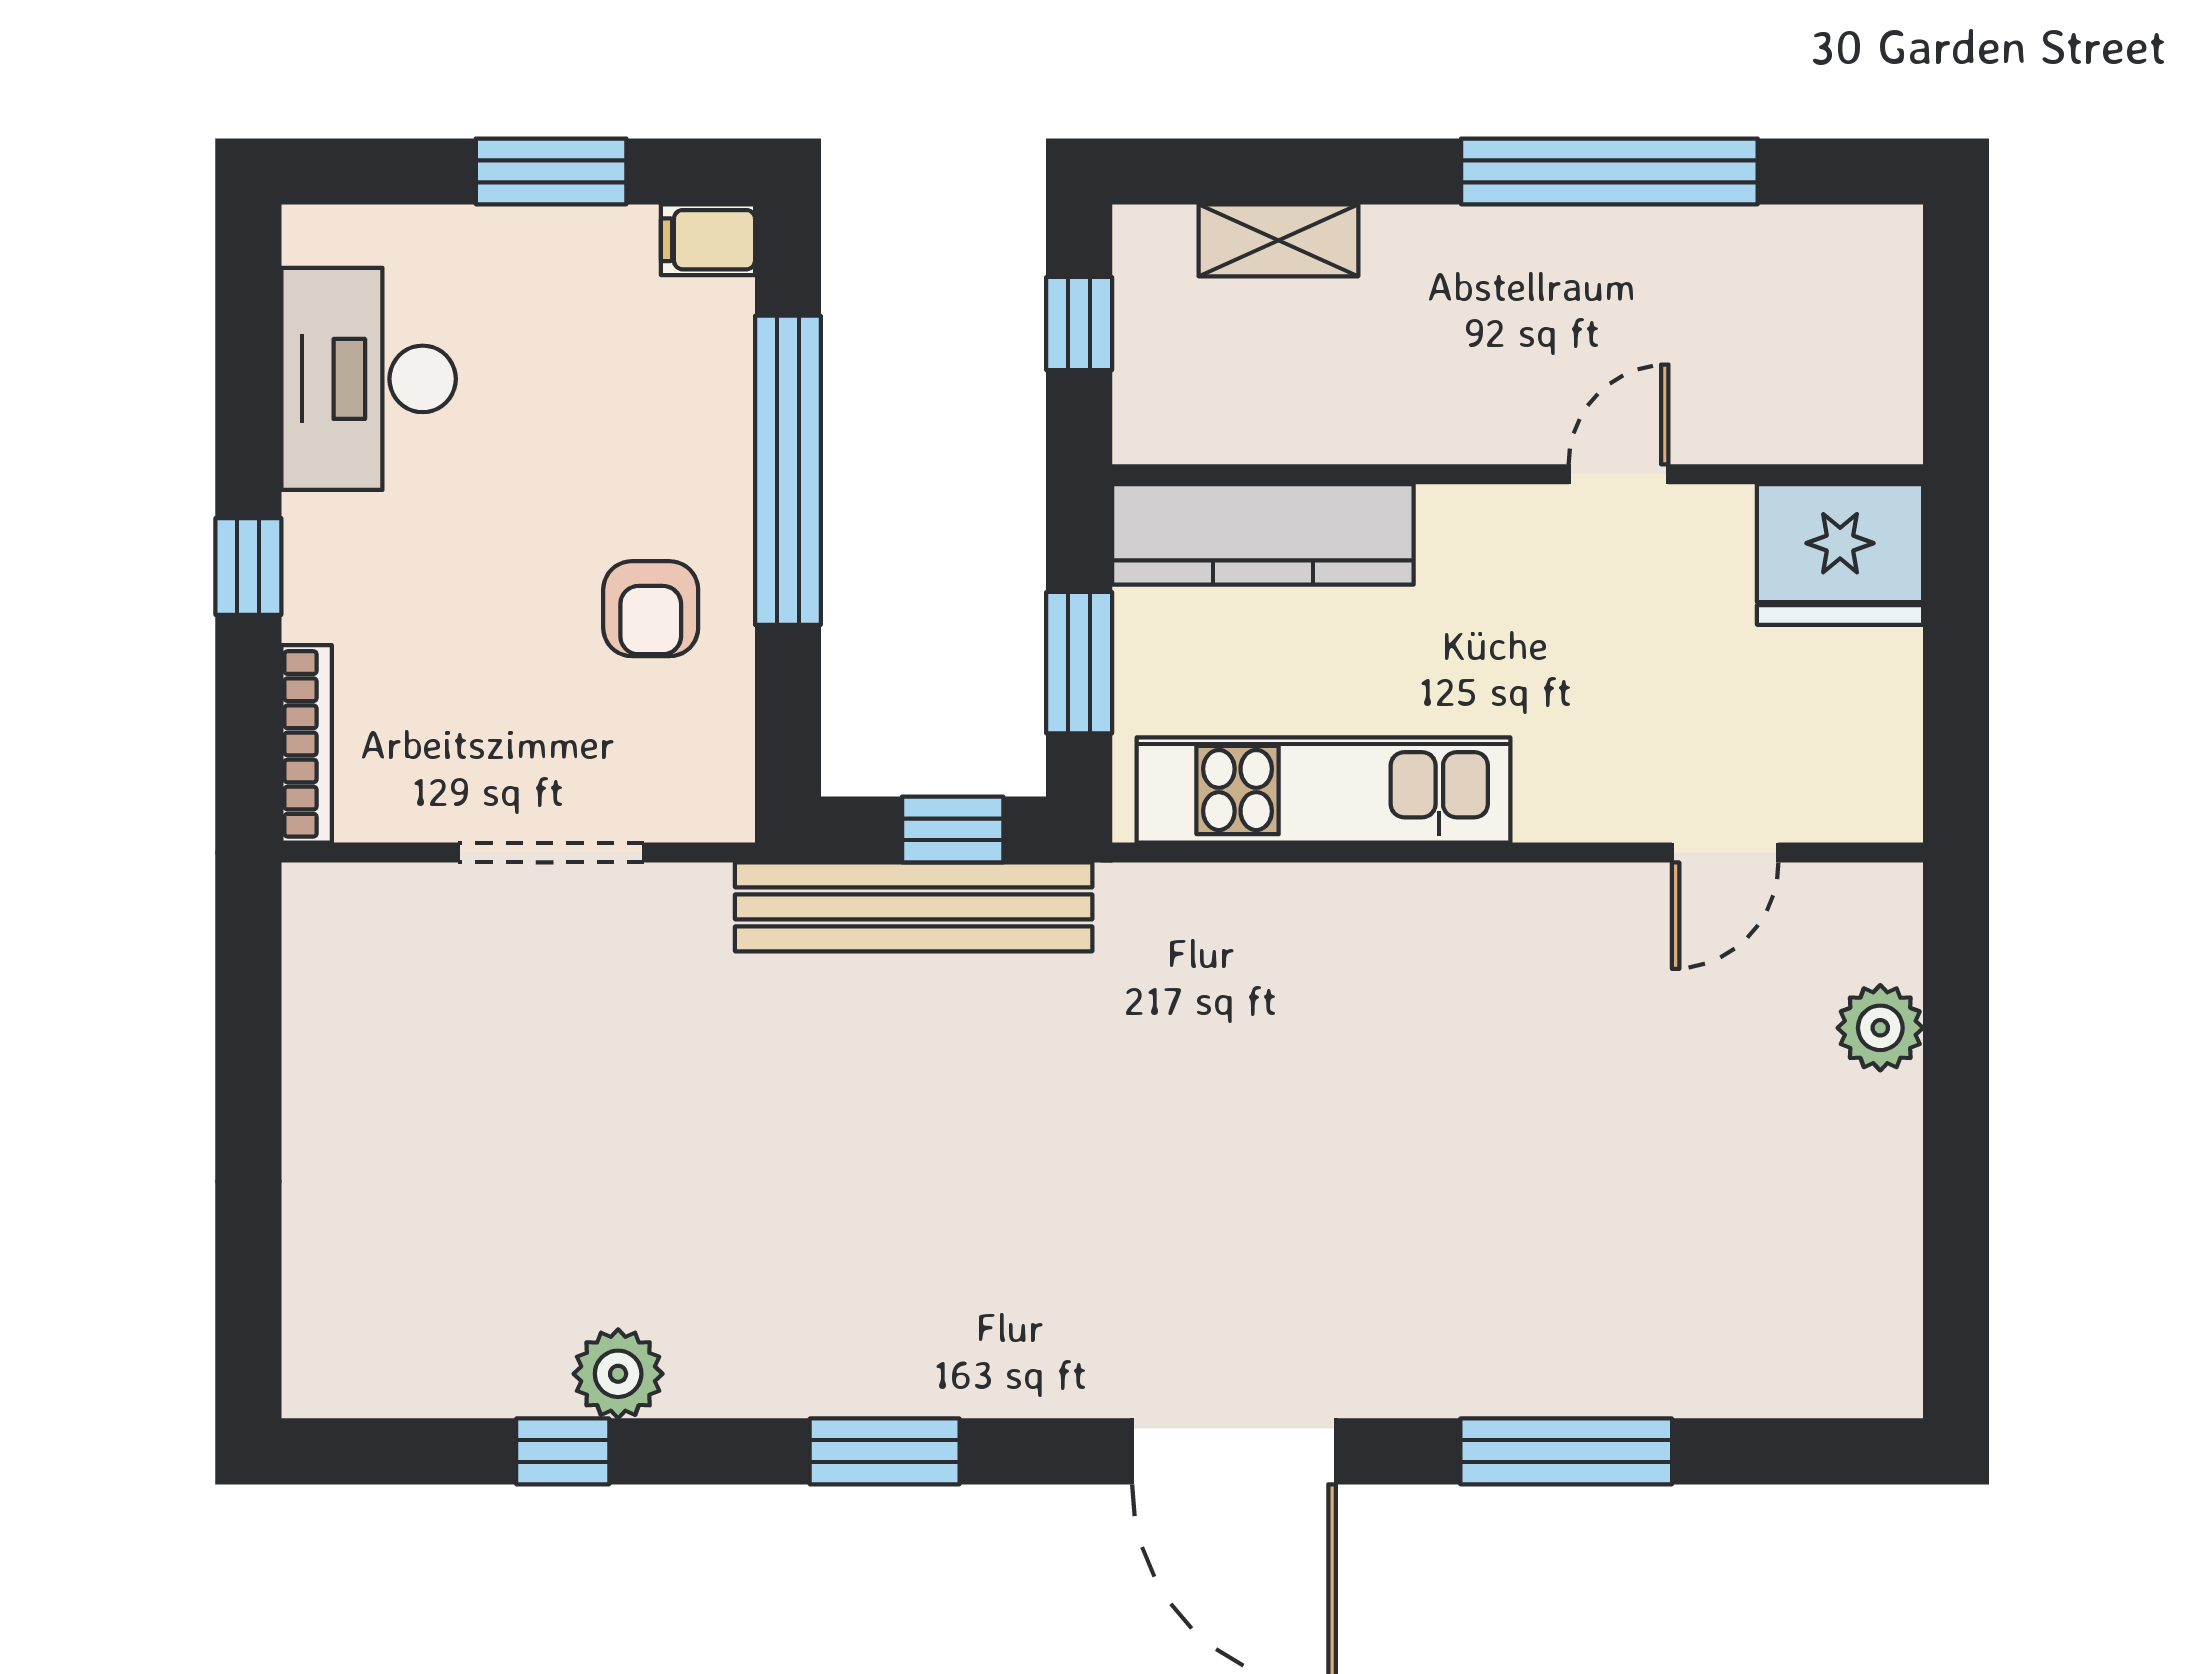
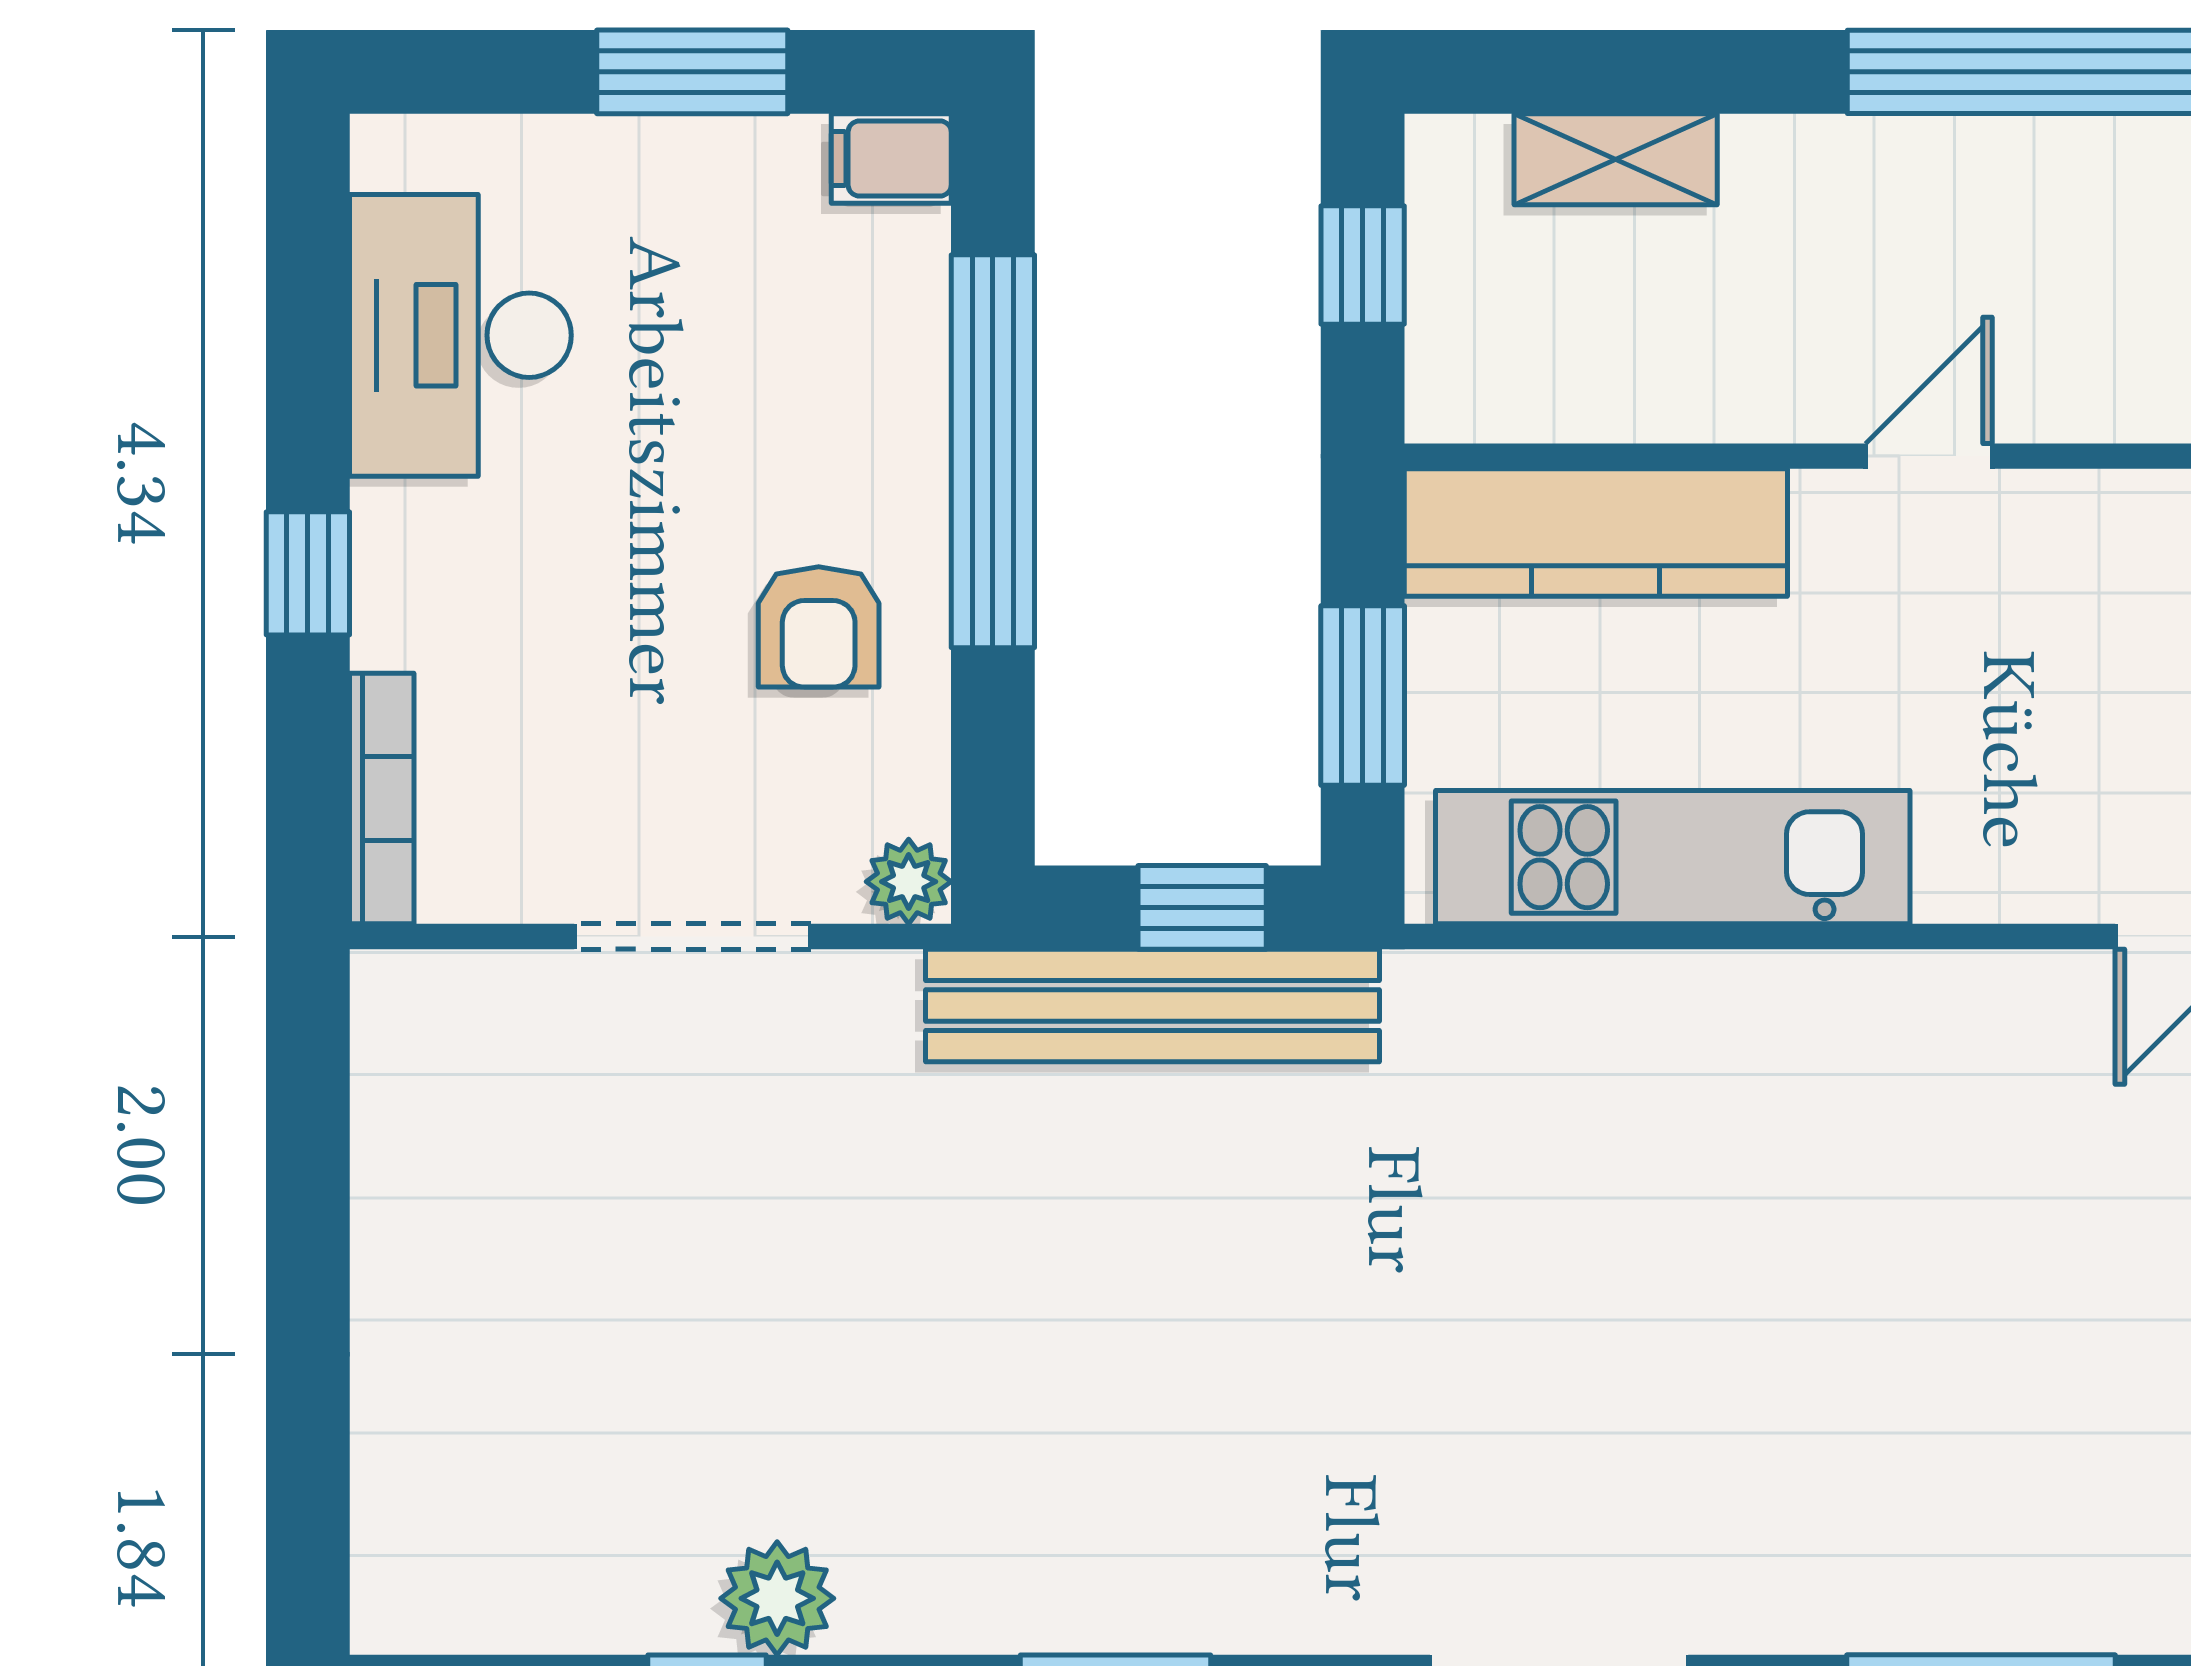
door: (1619, 474) -> (1929, 456), moved
plant: (722, 809) -> (909, 882), added

